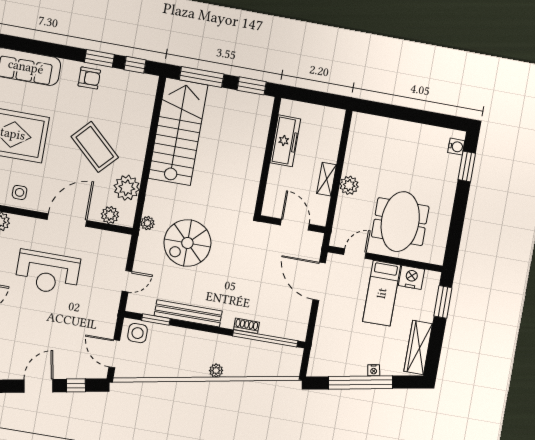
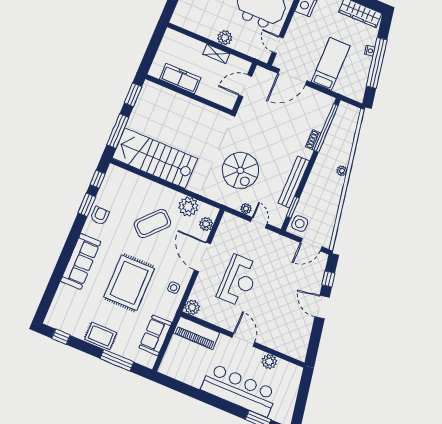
plant: (147, 223) -> (246, 209), moved
bed: (382, 293) -> (331, 64), moved, turned -90

